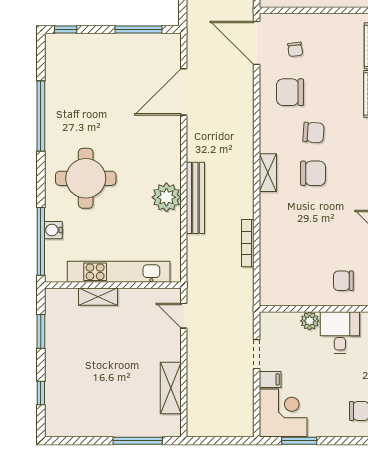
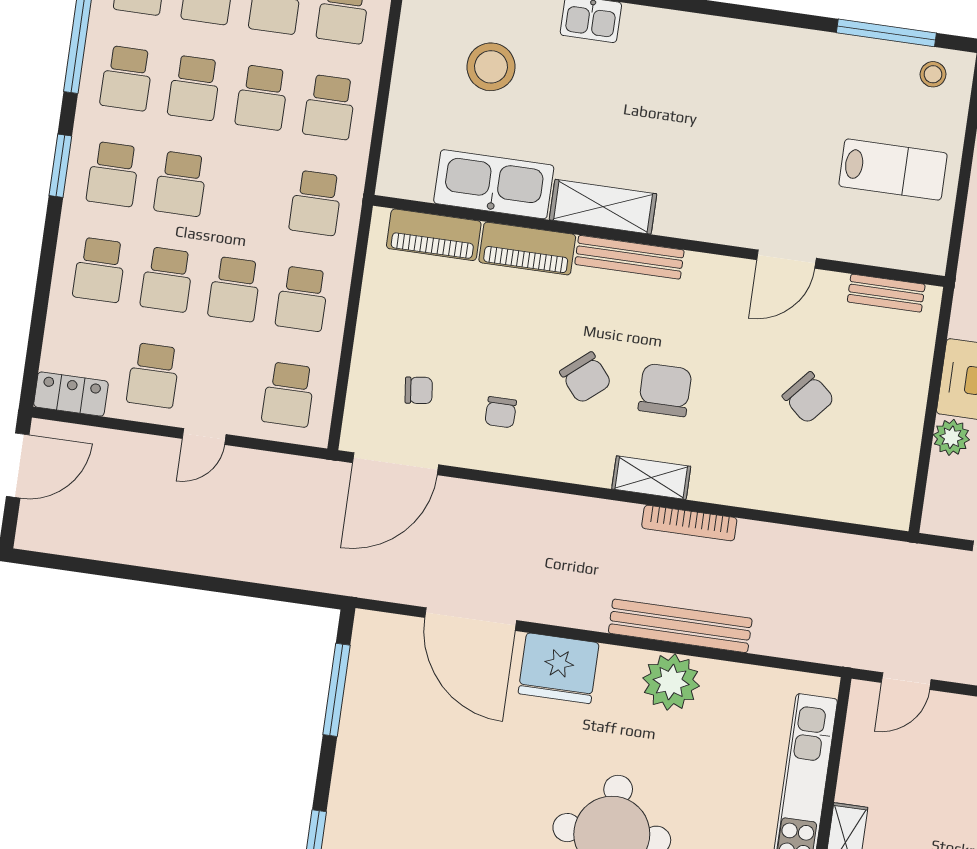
chair: (290, 92) -> (501, 412), width x0.54, depth x0.54
chair: (313, 132) -> (586, 378), turned 136
fridge: (165, 140) -> (559, 668), added
bookcase: (248, 243) -> (689, 523), moved
chair: (343, 281) -> (808, 398), moved, turned -49

